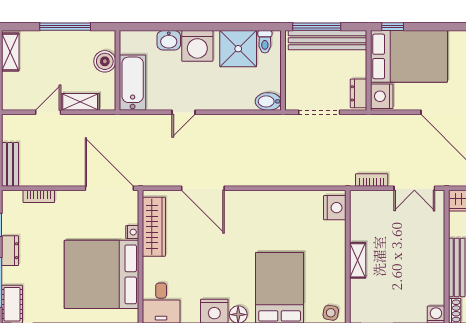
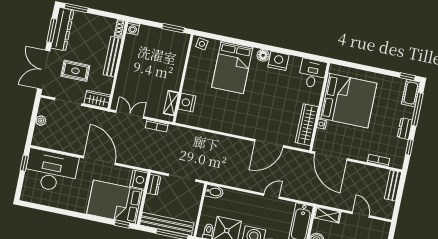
shelving: (80, 102) -> (327, 215), moved
door: (48, 112) -> (361, 215), swing flipped
door: (203, 188) -> (269, 143), swing flipped
nightstand: (335, 208) -> (187, 103), moved
shelving: (358, 260) -> (171, 103), moved

